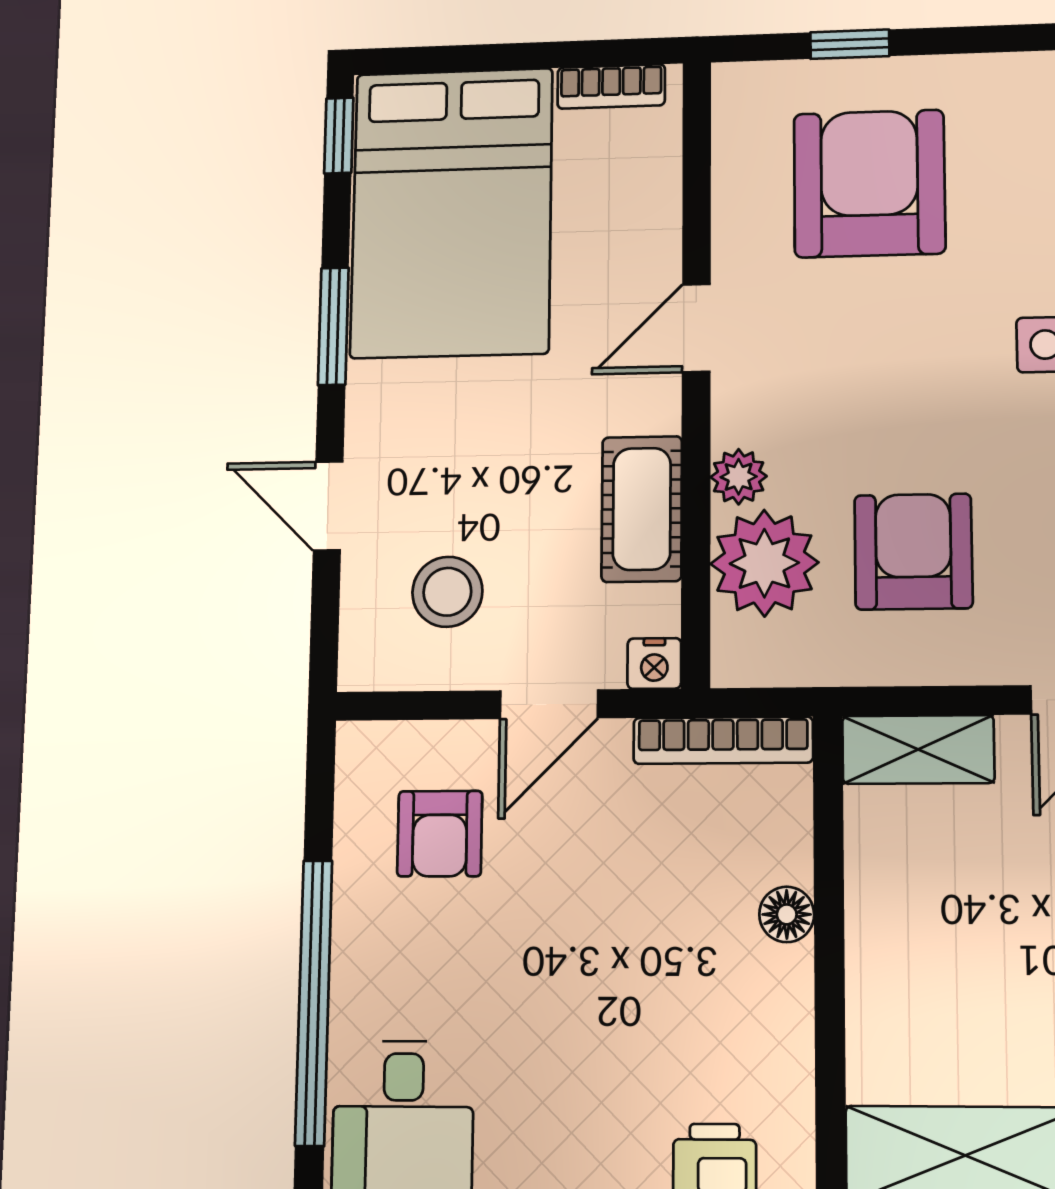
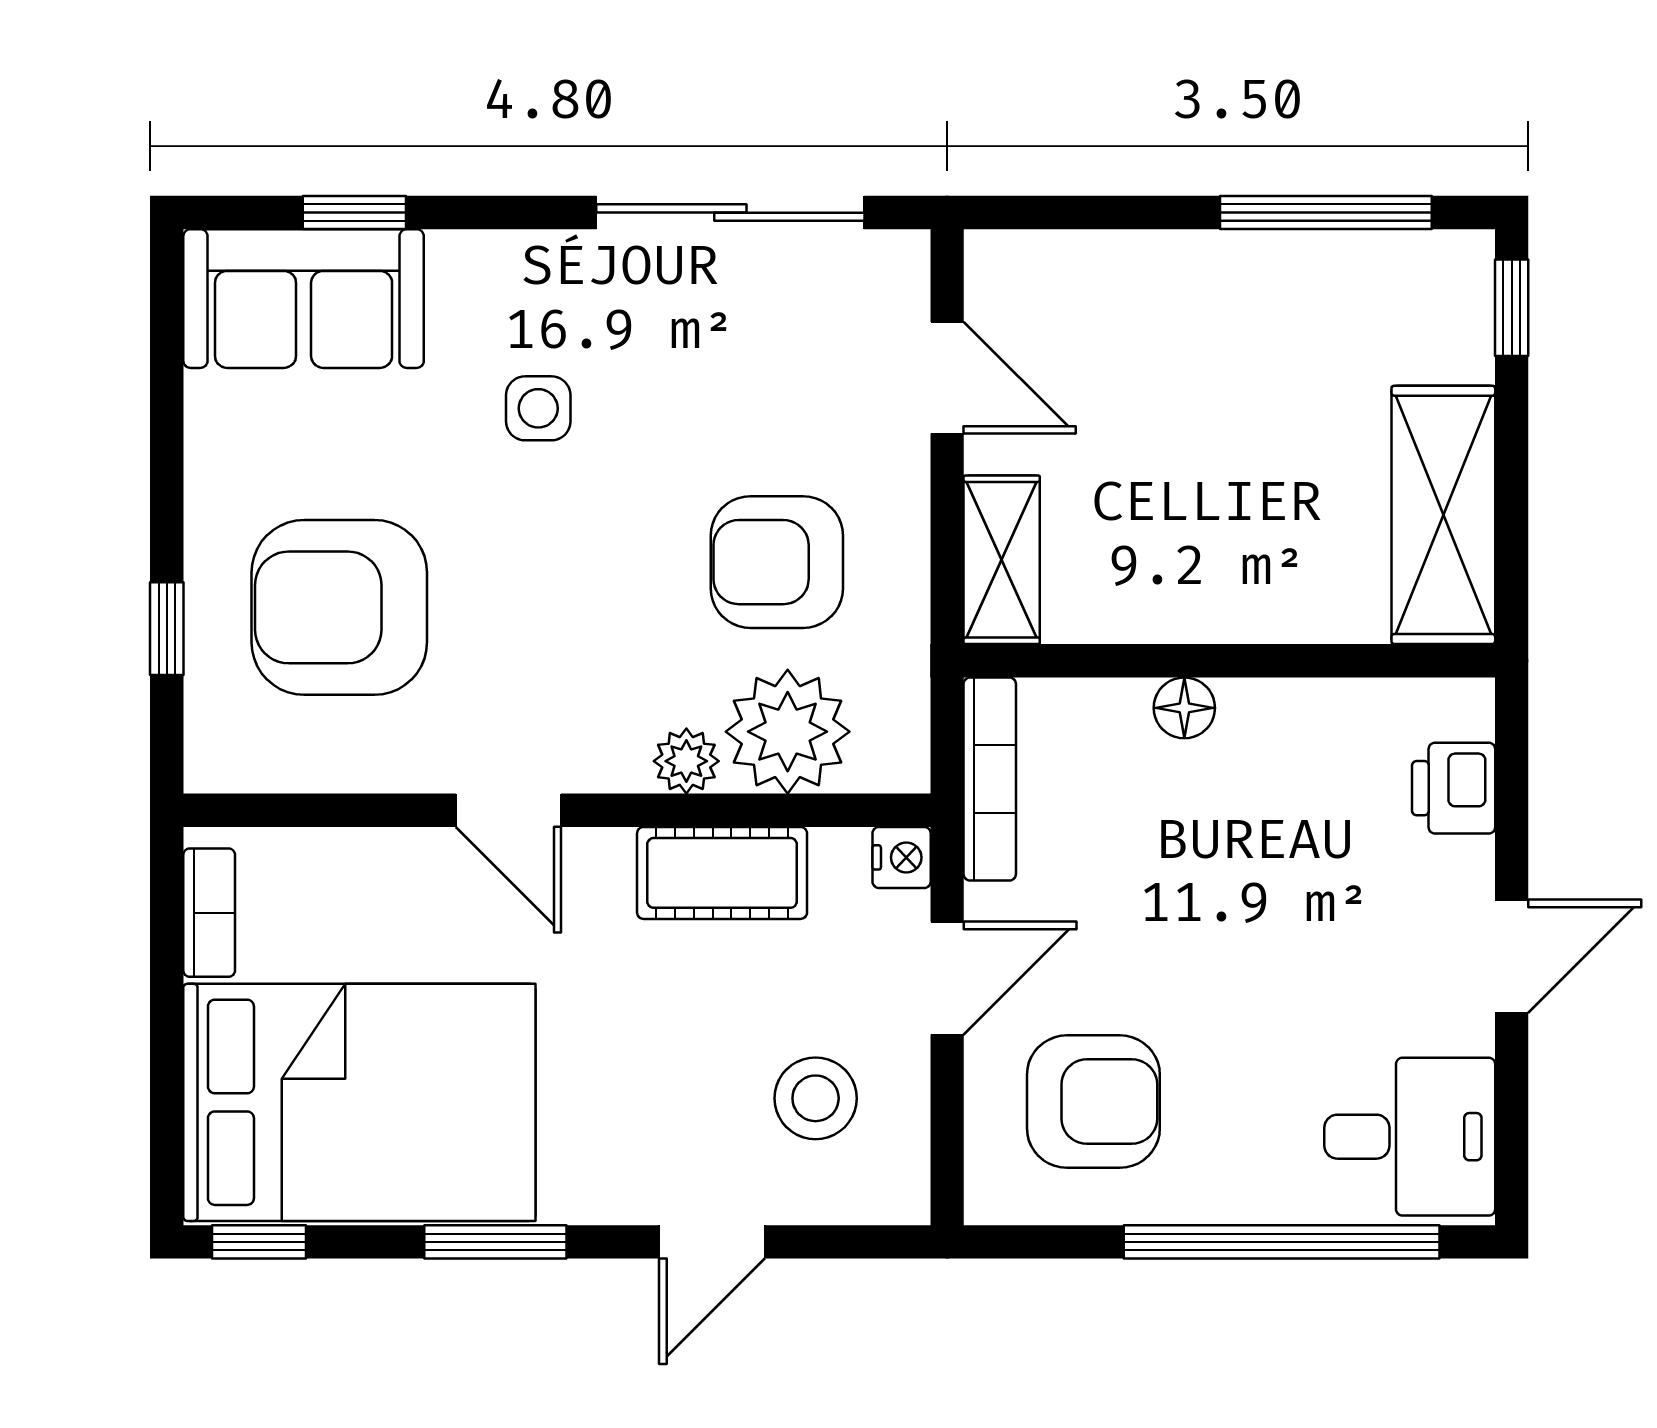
door: (549, 704) -> (947, 978), hinge flipped
armchair: (440, 834) -> (1093, 1102), width x1.38, depth x1.38

